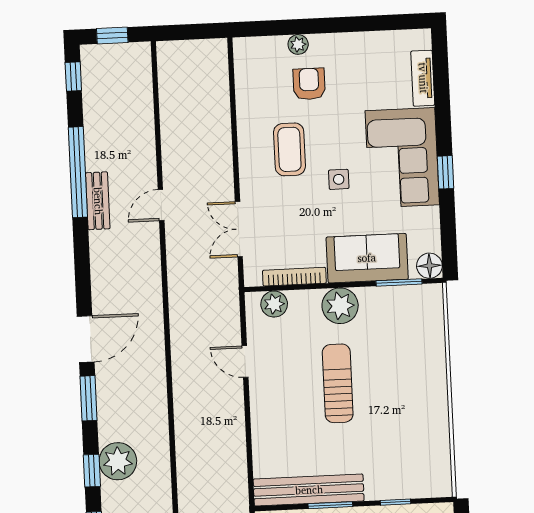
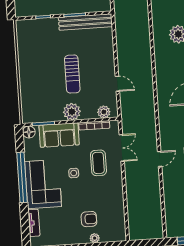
armchair: (309, 84) -> (89, 219), turned -90
coffee table: (289, 149) -> (98, 163), moved
window: (445, 172) -> (22, 177), width x3.17

